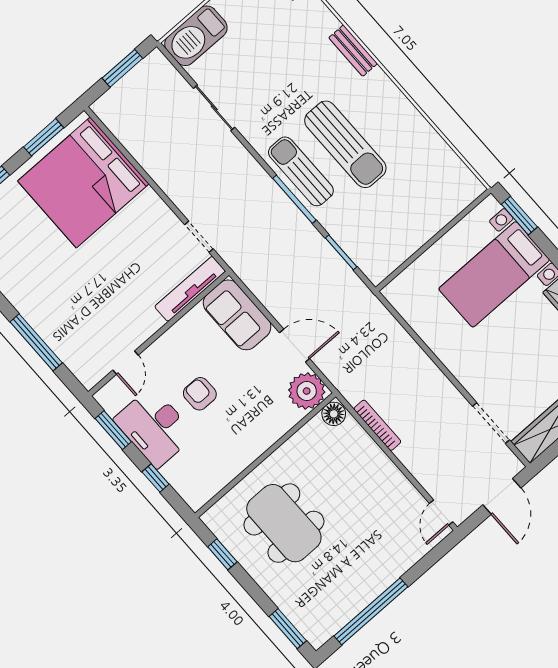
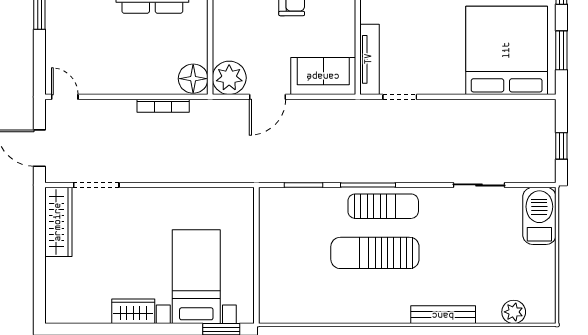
bench: (353, 51) -> (443, 315), width x1.36
window: (122, 68) -> (561, 146), width x0.67
floor lamp: (334, 414) -> (193, 79), width x1.38, depth x1.38

